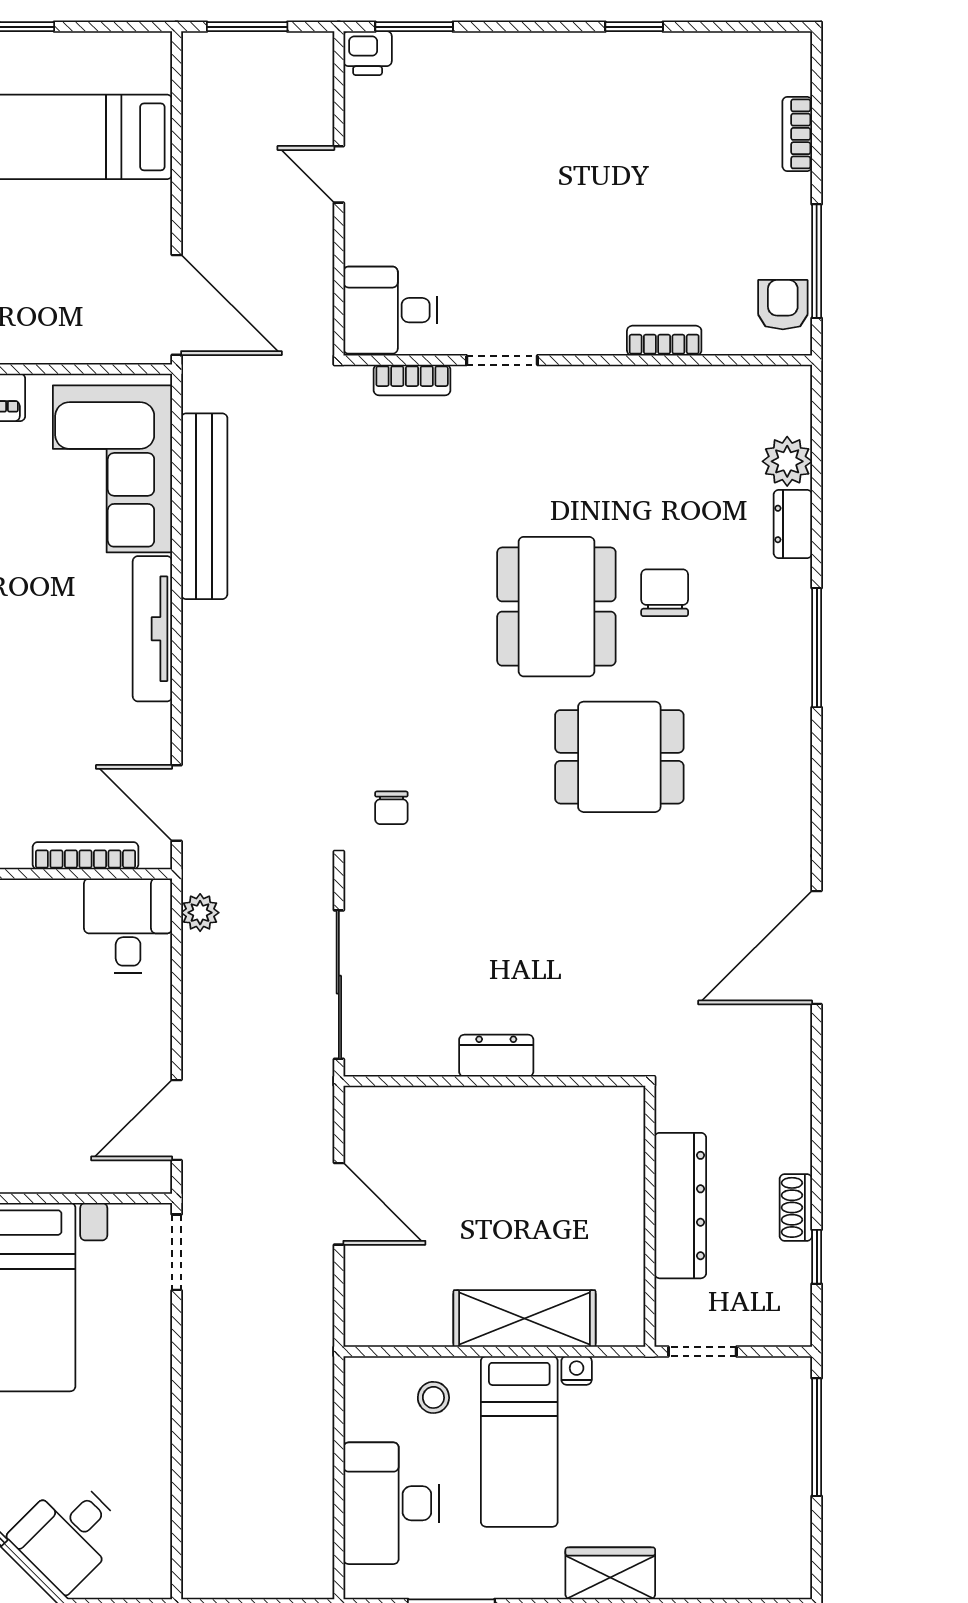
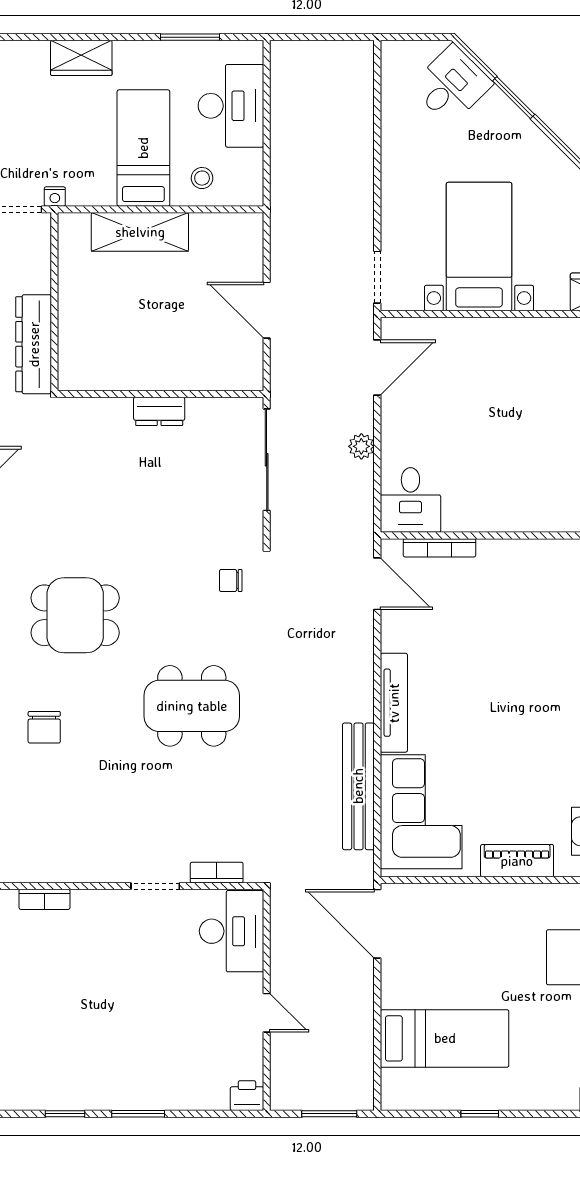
window: (414, 27) -> (138, 1114), moved
desk: (390, 310) -> (232, 931), width x1.37
dining table: (556, 607) -> (192, 706), moved, turned 90
chair: (391, 808) -> (231, 580), turned -90
plant: (200, 913) -> (361, 446), moved
dresser: (680, 1206) -> (34, 344), moved
nightstand: (577, 1370) -> (55, 197), moved

